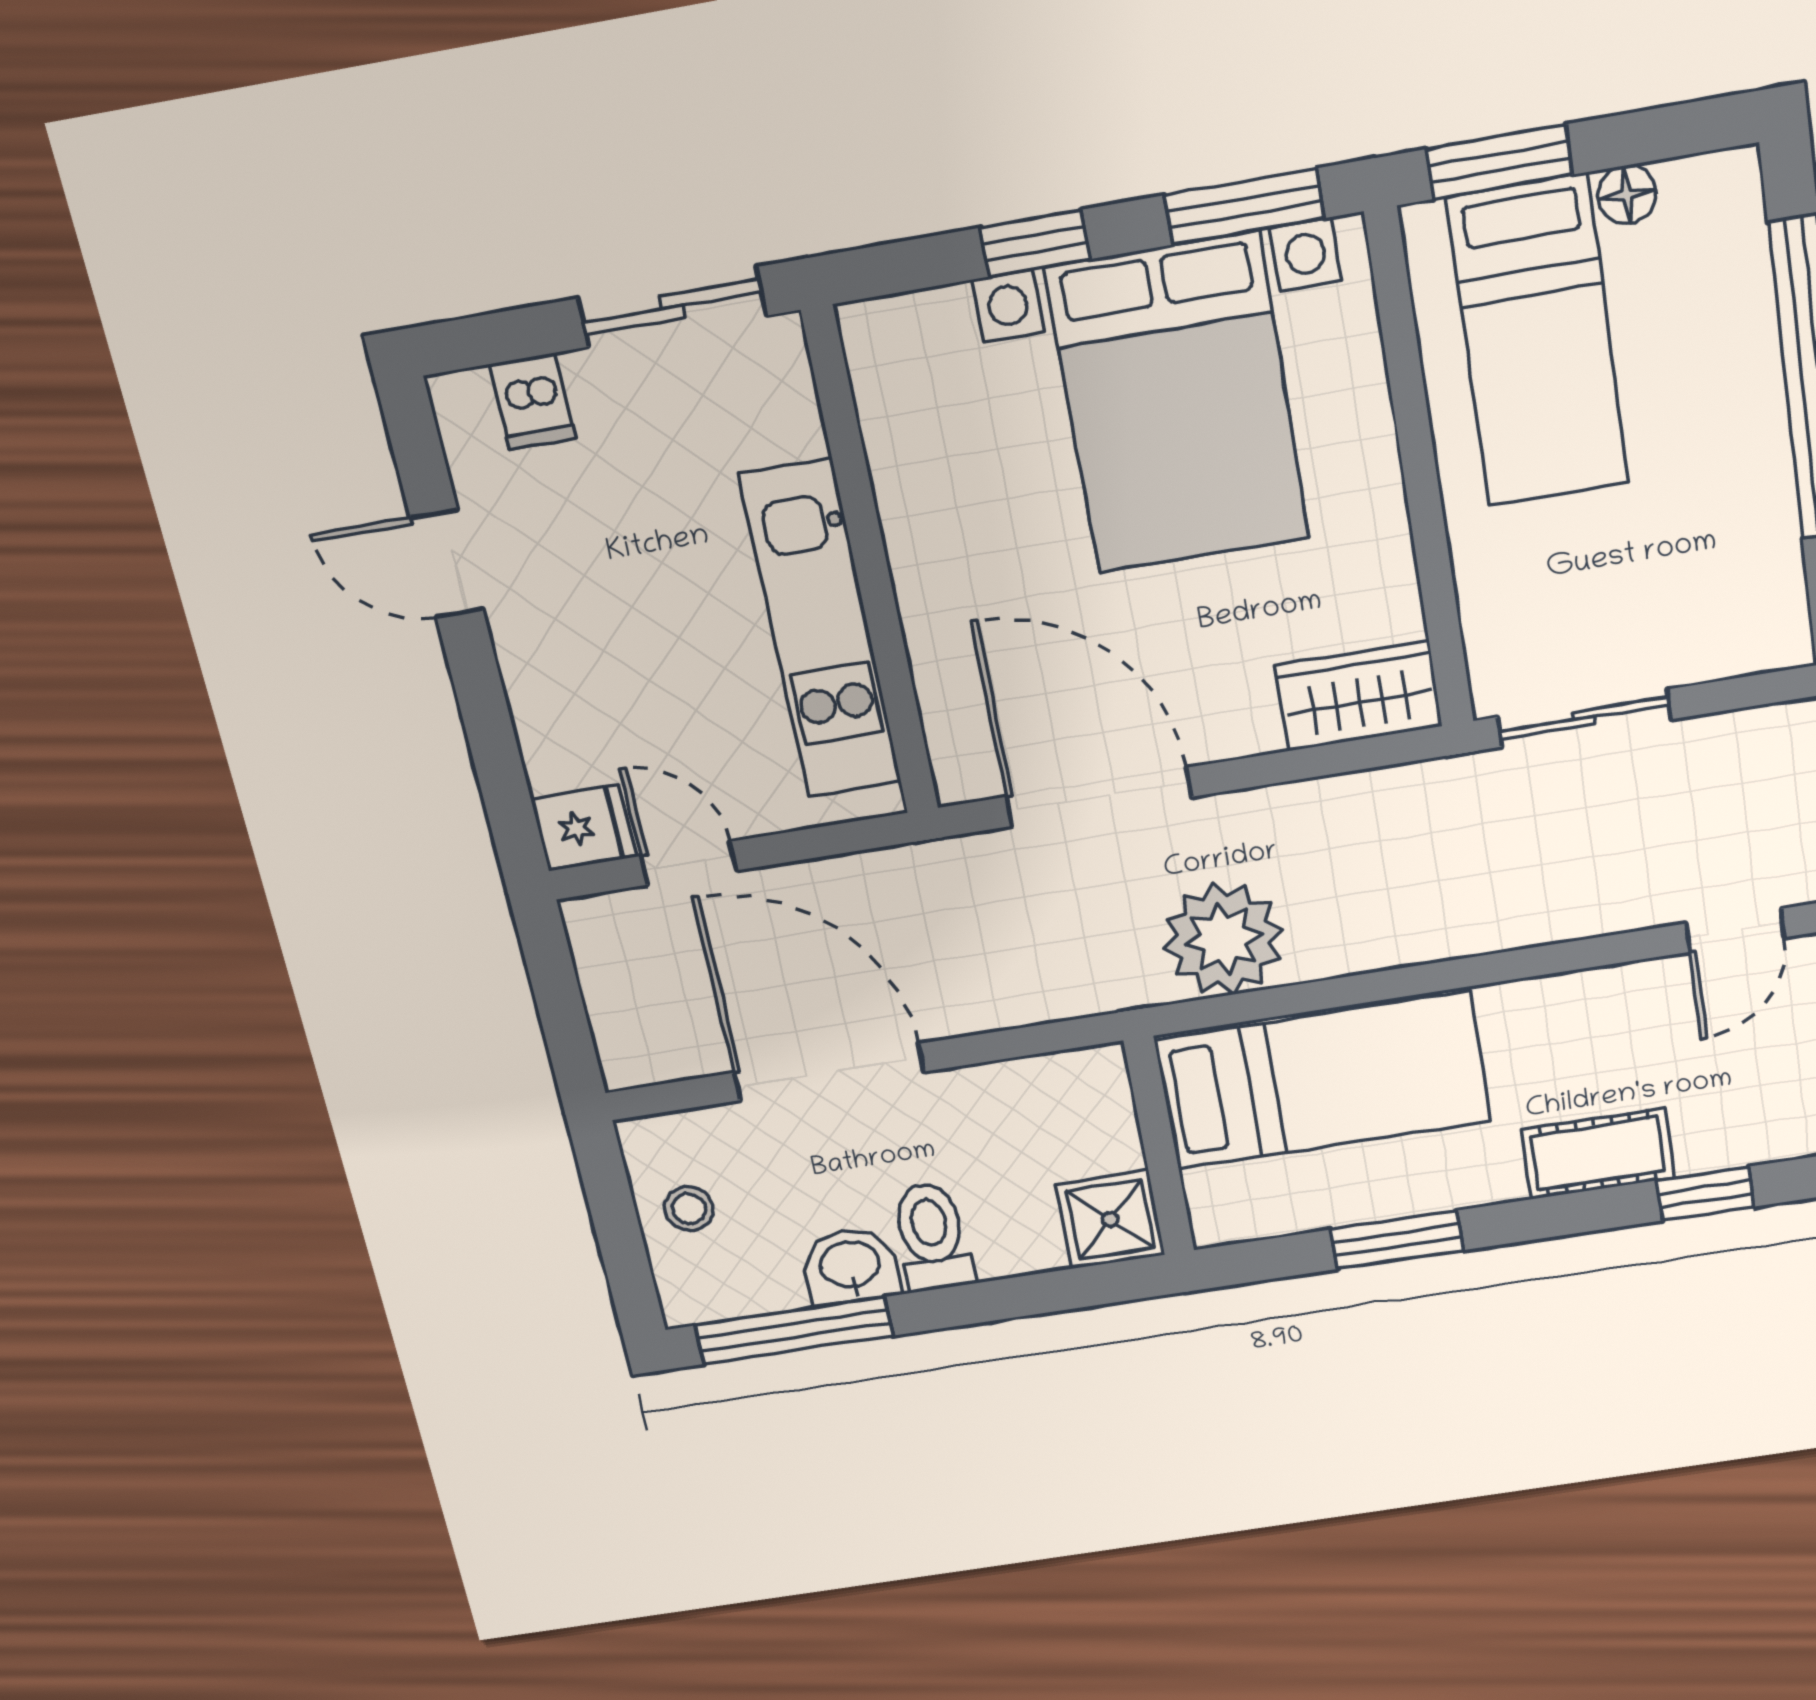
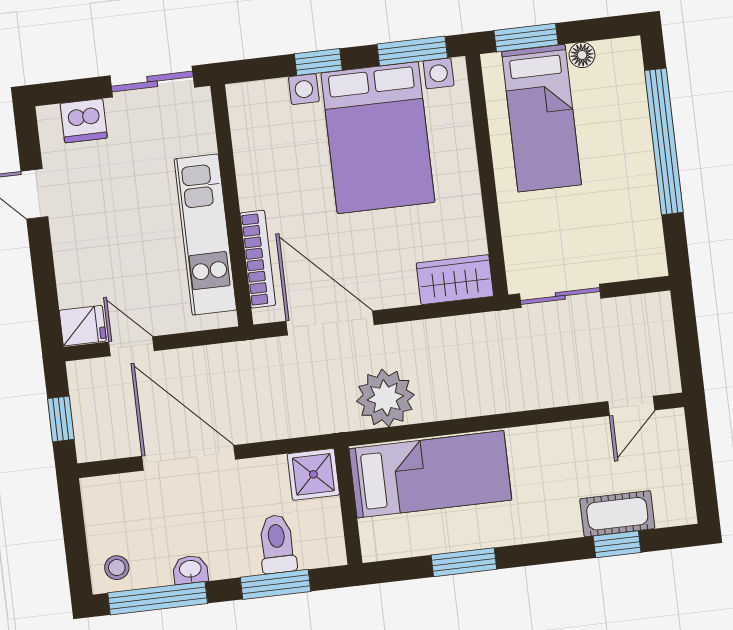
dishwasher: (532, 402) -> (84, 121), width x1.38
bookcase: (937, 675) -> (258, 259), added
window: (562, 1011) -> (61, 419), added
cot: (1598, 1153) -> (617, 514), moved
stool: (689, 1209) -> (117, 568), moved
shower: (1110, 1220) -> (313, 474), moved
toilet: (932, 1237) -> (277, 544), moved
washbasin: (850, 1266) -> (190, 570), width x0.72, depth x0.69
window: (1024, 1296) -> (276, 584), added

